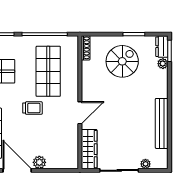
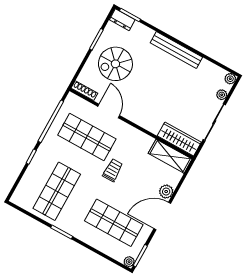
spiral stairs: (122, 61) -> (115, 64), turned -90
plant: (163, 64) -> (230, 79), moved
door: (80, 113) -> (109, 111), moved
bench: (162, 123) -> (176, 50), moved
shelving: (71, 149) -> (170, 156), added

